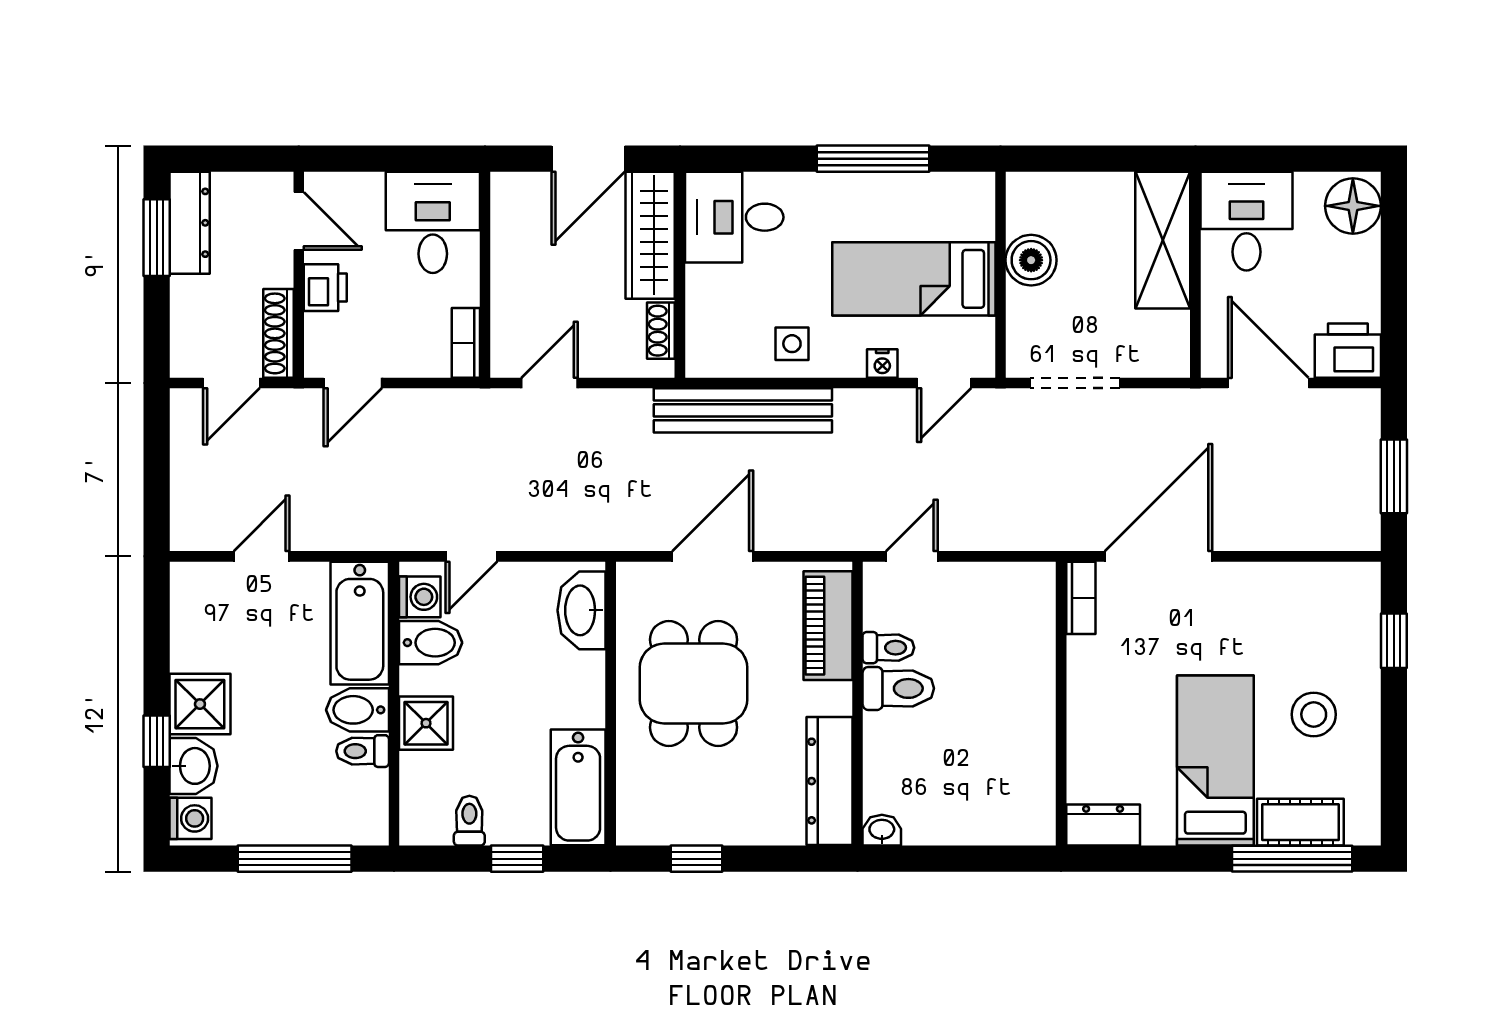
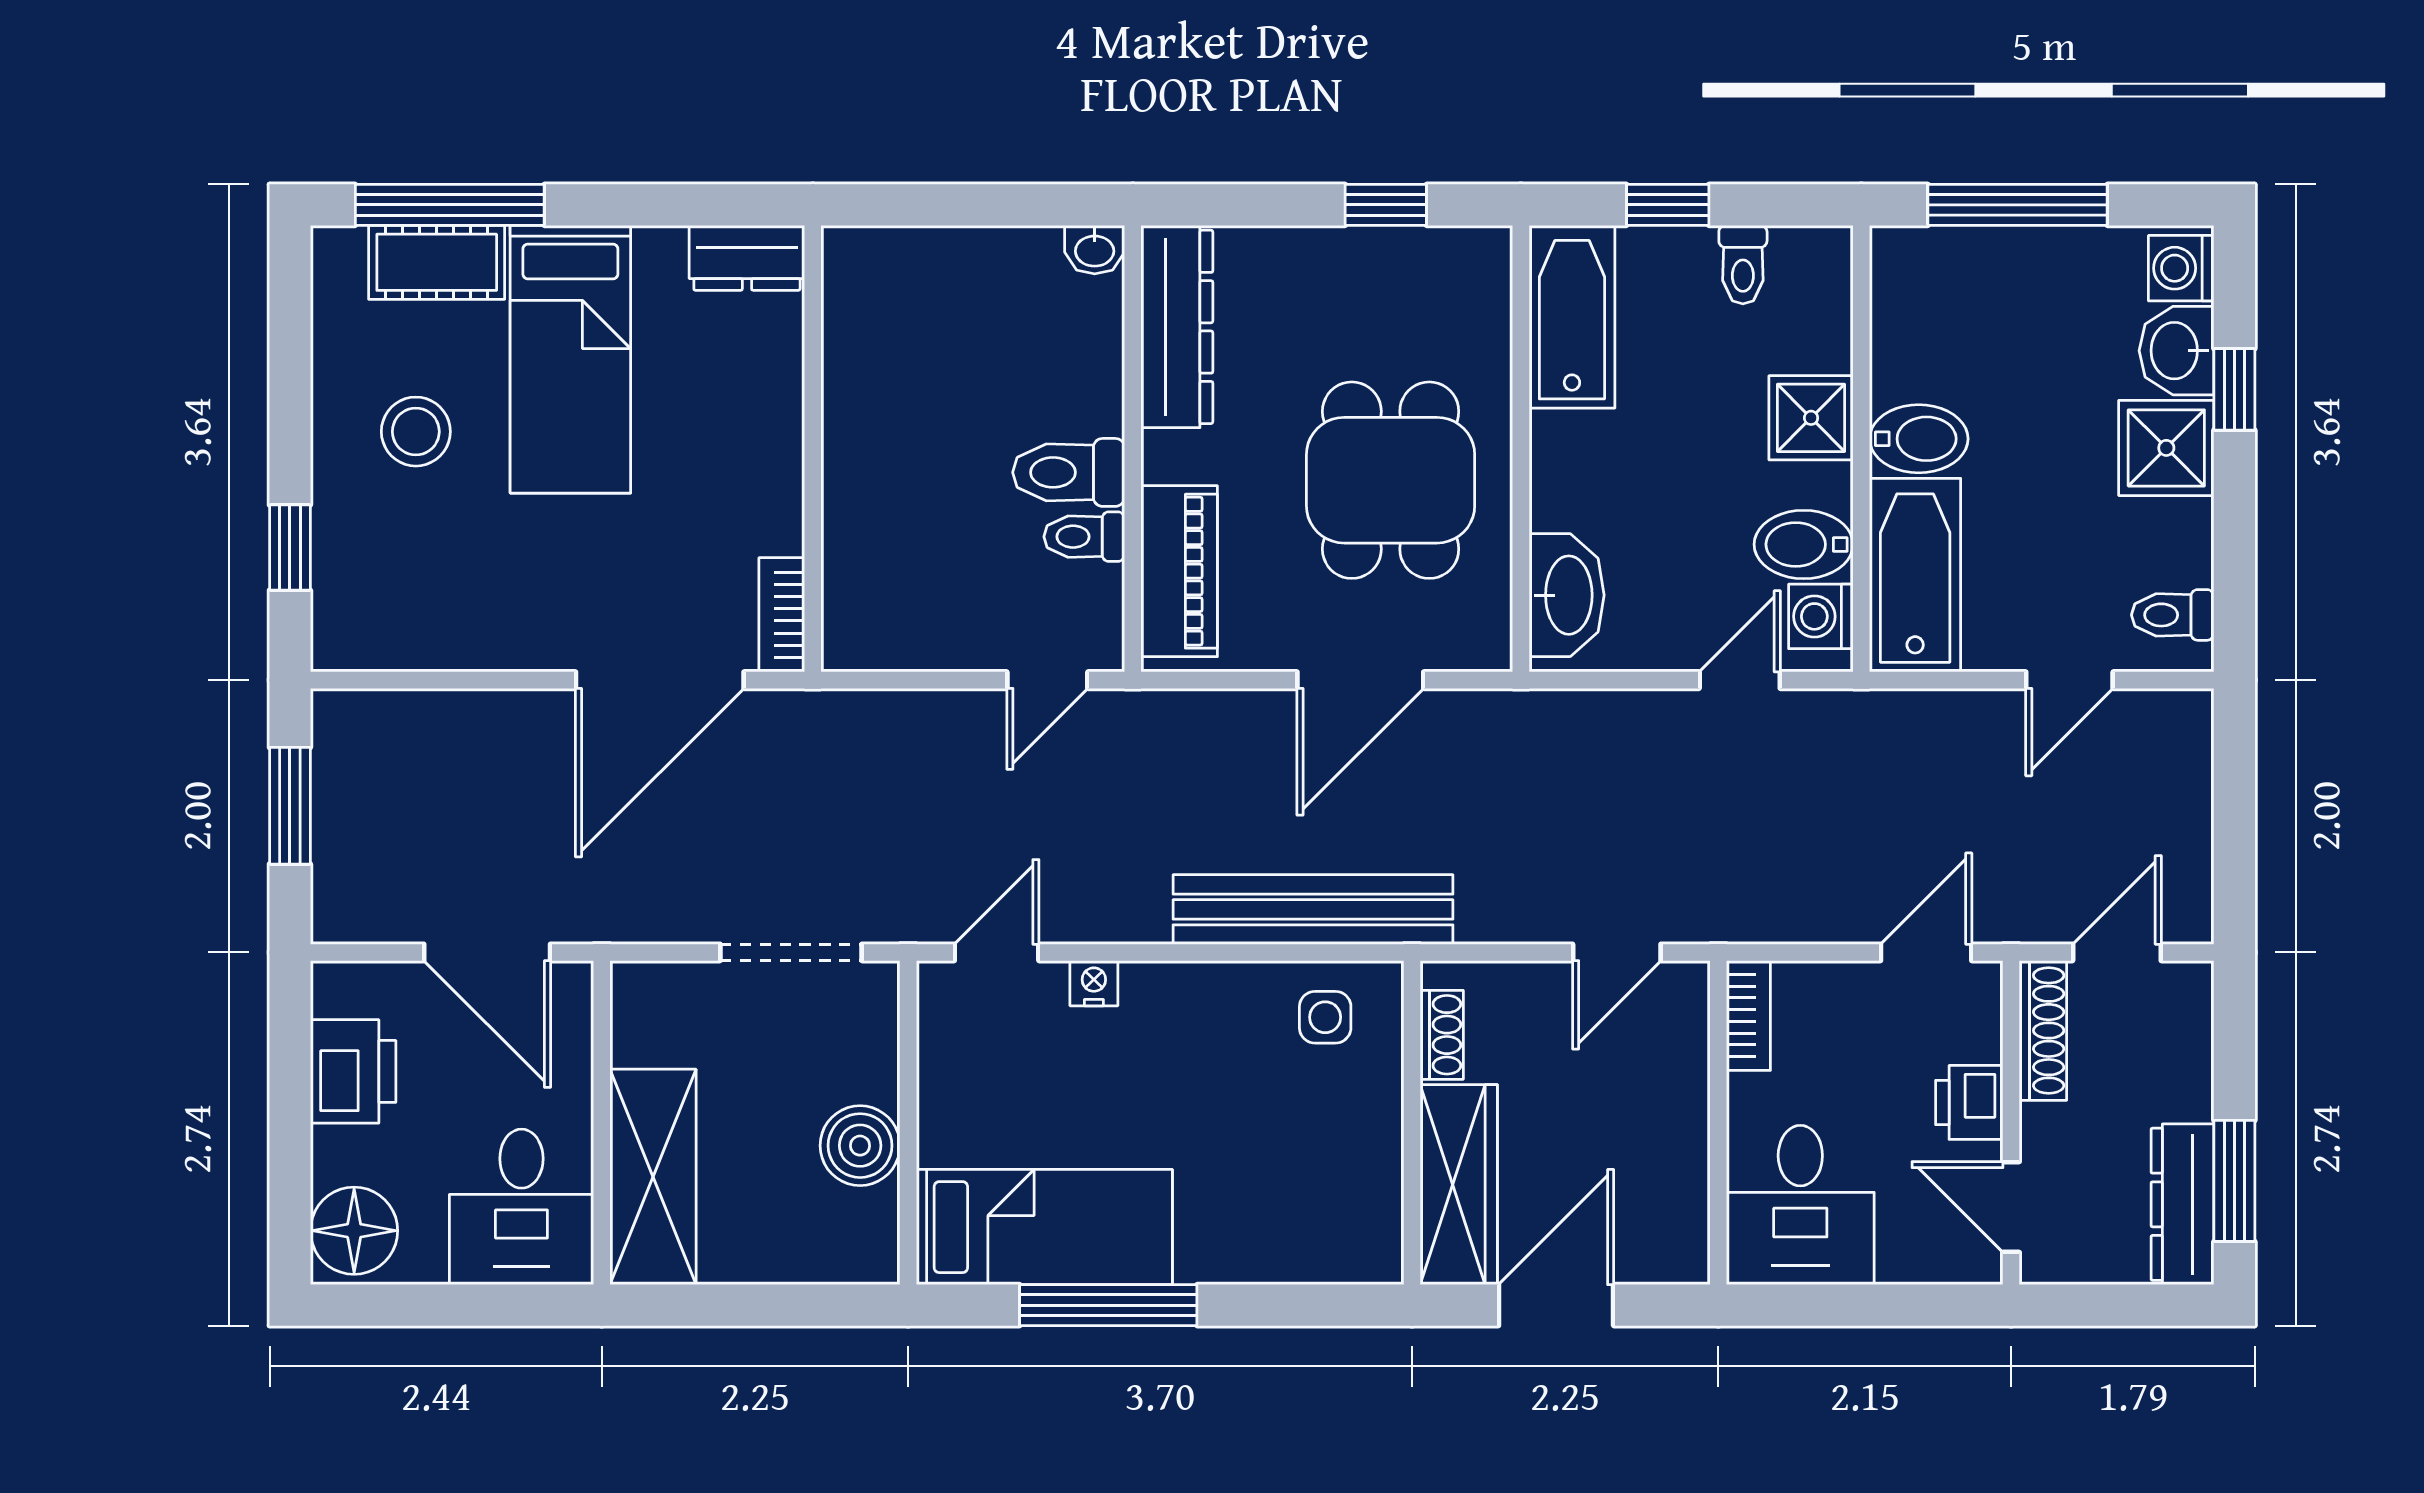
desk: (734, 217) -> (1327, 1213), removed
bed: (914, 279) -> (1044, 1227), moved
side table: (792, 344) -> (1325, 1017), moved
printer: (1348, 351) -> (353, 1071), moved, turned -90
toilet: (363, 751) -> (2173, 615), moved, turned 180

